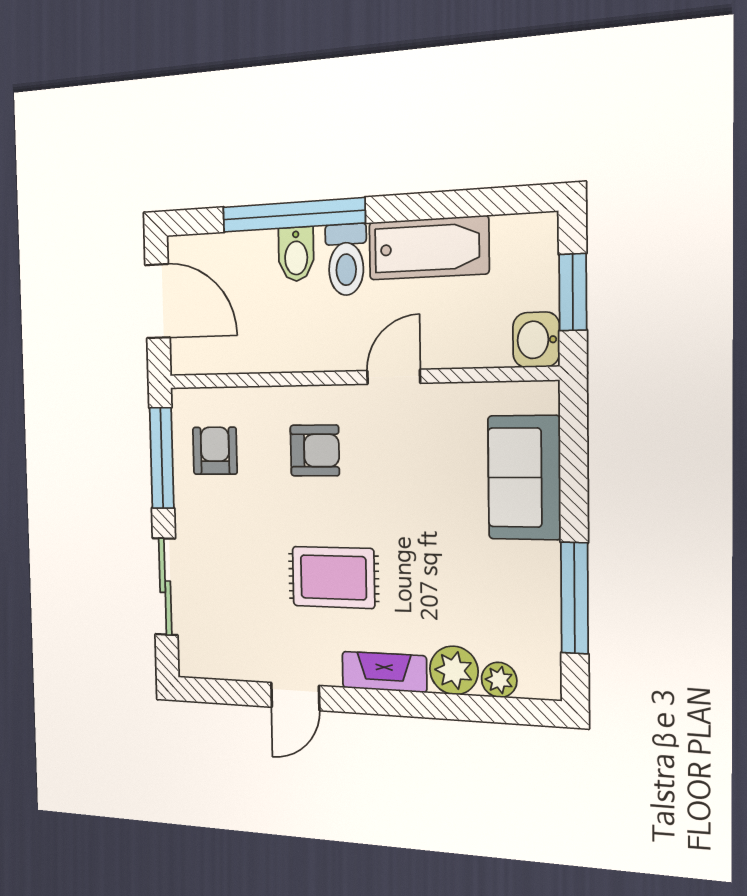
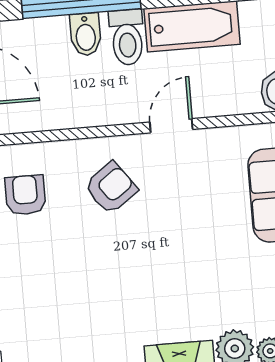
armchair: (315, 450) -> (111, 188), turned -36
rug: (333, 577) -> (133, 287), removed

